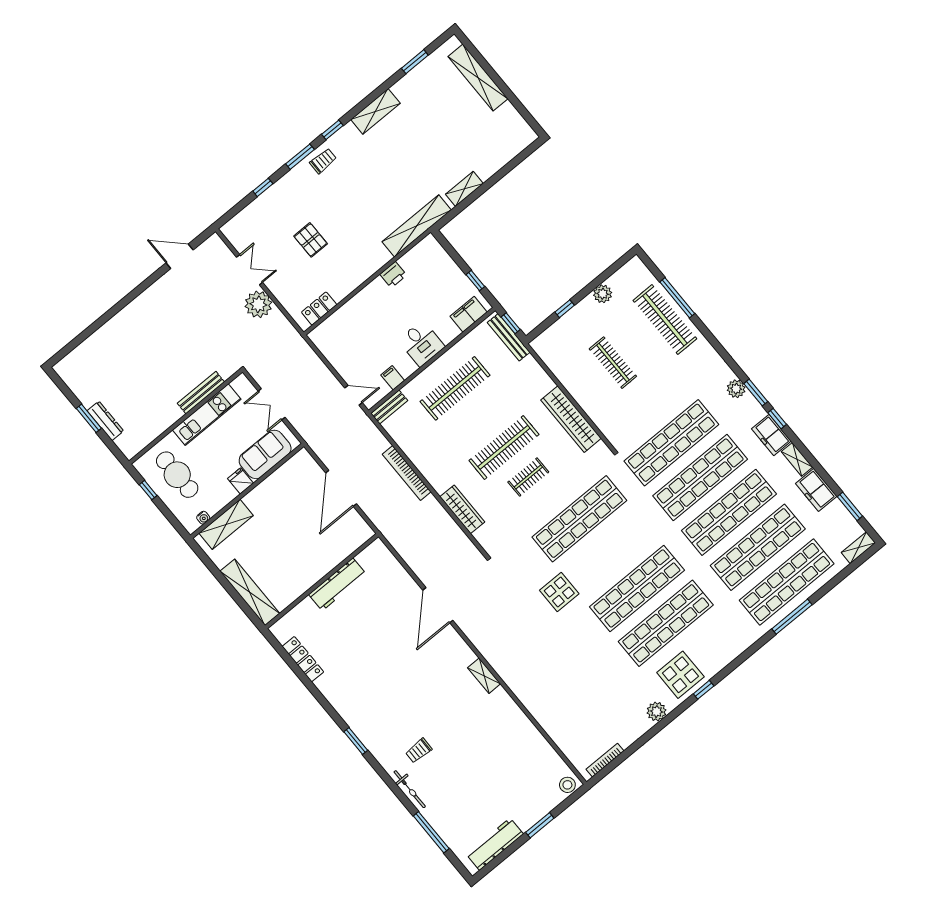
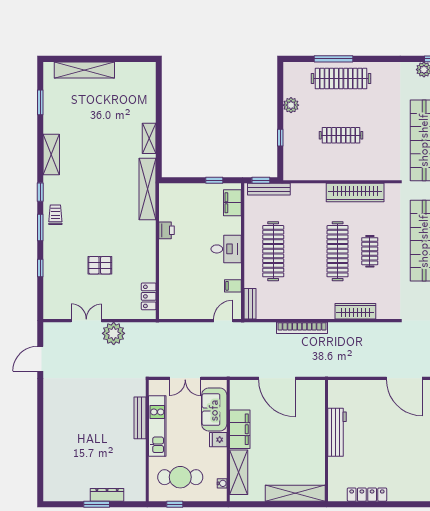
filing cabinet: (266, 493) -> (240, 429), added

